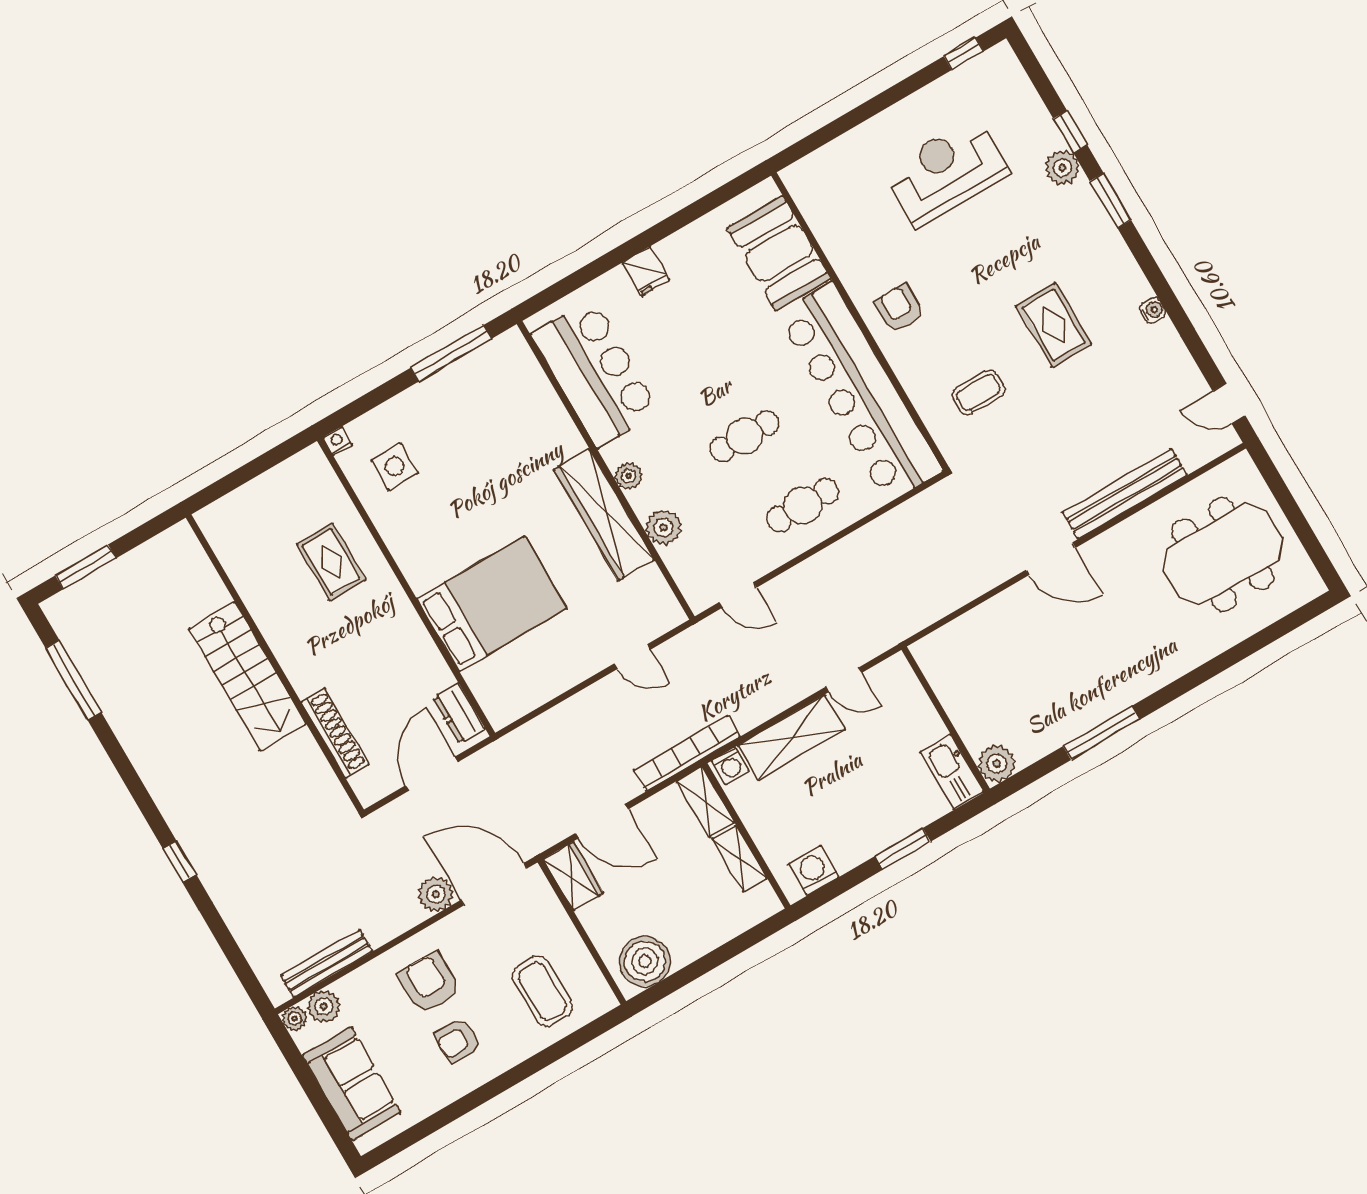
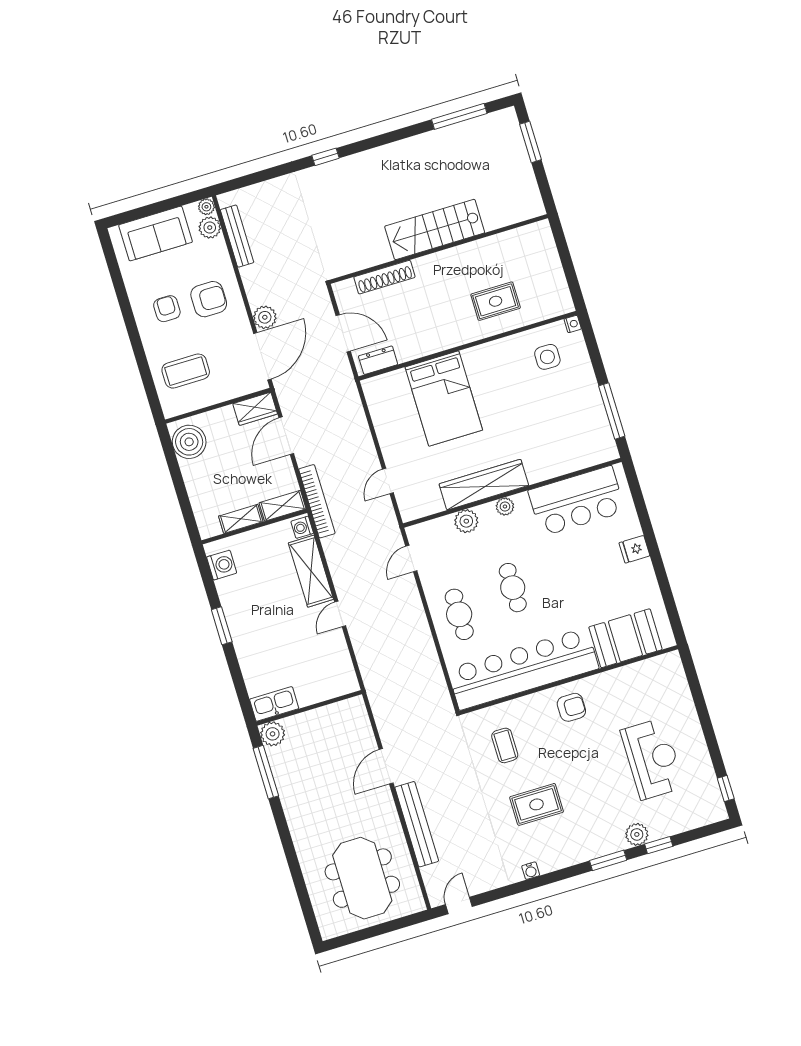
wall: (946, 719) -> (309, 708), moved
plant: (997, 764) -> (273, 734), moved
kitchen sink: (952, 772) -> (274, 704), moved

